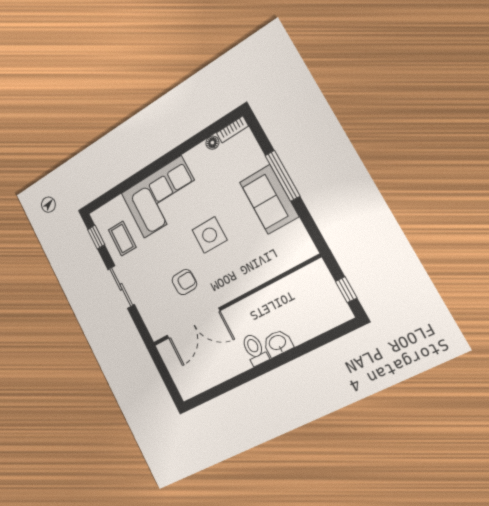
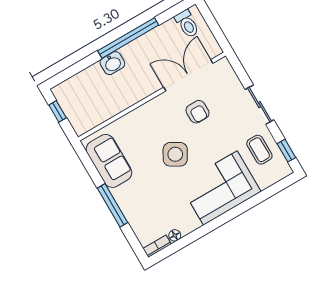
sofa: (269, 199) -> (109, 161), moved
side table: (210, 235) -> (175, 154), turned 30
armchair: (184, 282) -> (198, 112), turned -88
toilet: (255, 350) -> (187, 24), moved
window: (259, 371) -> (128, 38), added

